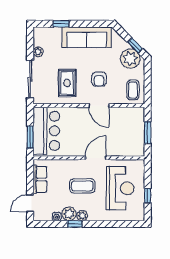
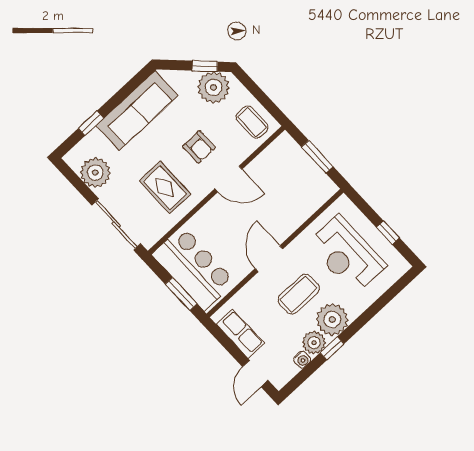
plant: (38, 52) -> (95, 173), width x1.87, depth x1.87
door: (96, 158) -> (269, 259), moved
reception desk: (120, 188) -> (347, 255), turned 180
plant: (82, 216) -> (332, 320), width x1.88, depth x1.88

